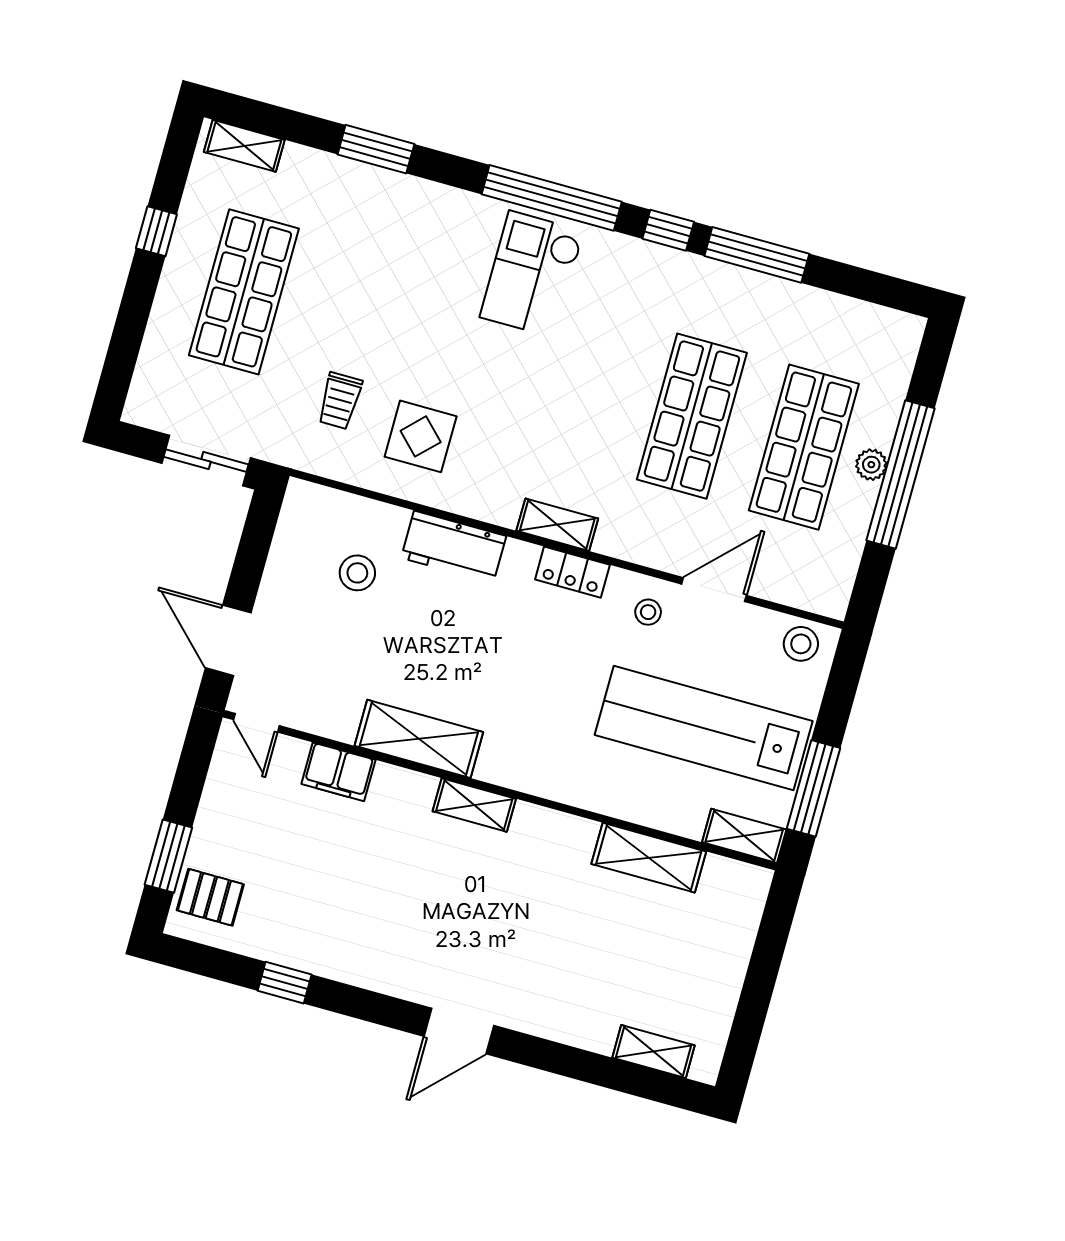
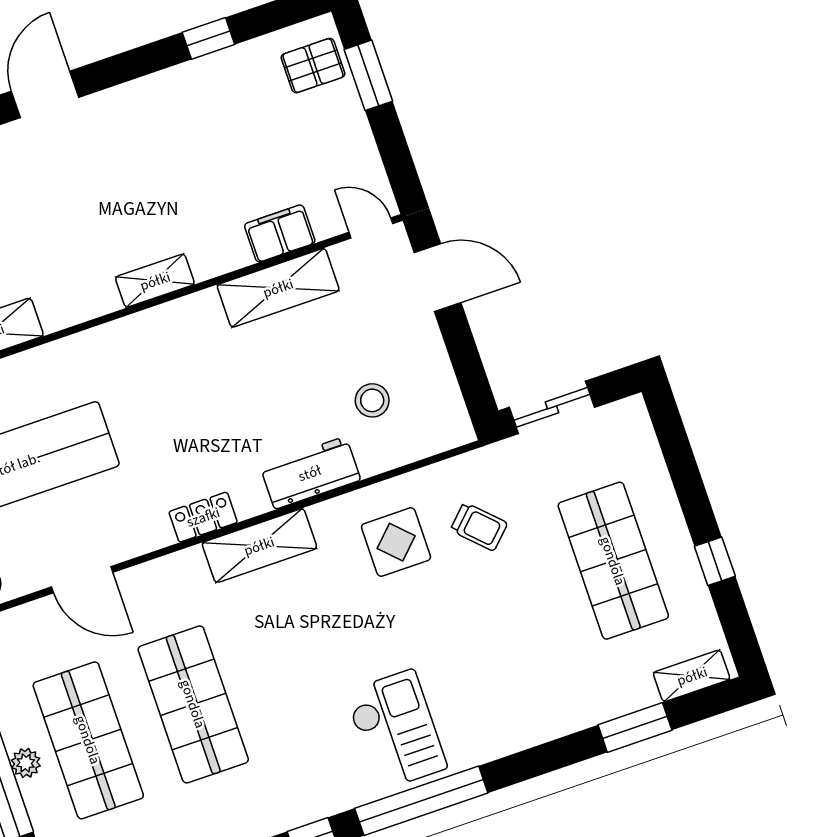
window: (376, 149) -> (635, 728), moved
trolley: (340, 401) -> (479, 527), turned 135
shelving: (557, 525) -> (259, 546), width x1.50, depth x1.33
door: (714, 590) -> (82, 580), hinge flipped
stool: (648, 612) -> (122, 526), removed
shelving: (419, 739) -> (278, 288), moved

